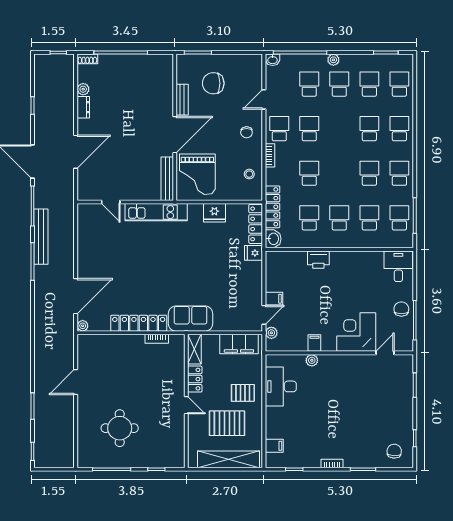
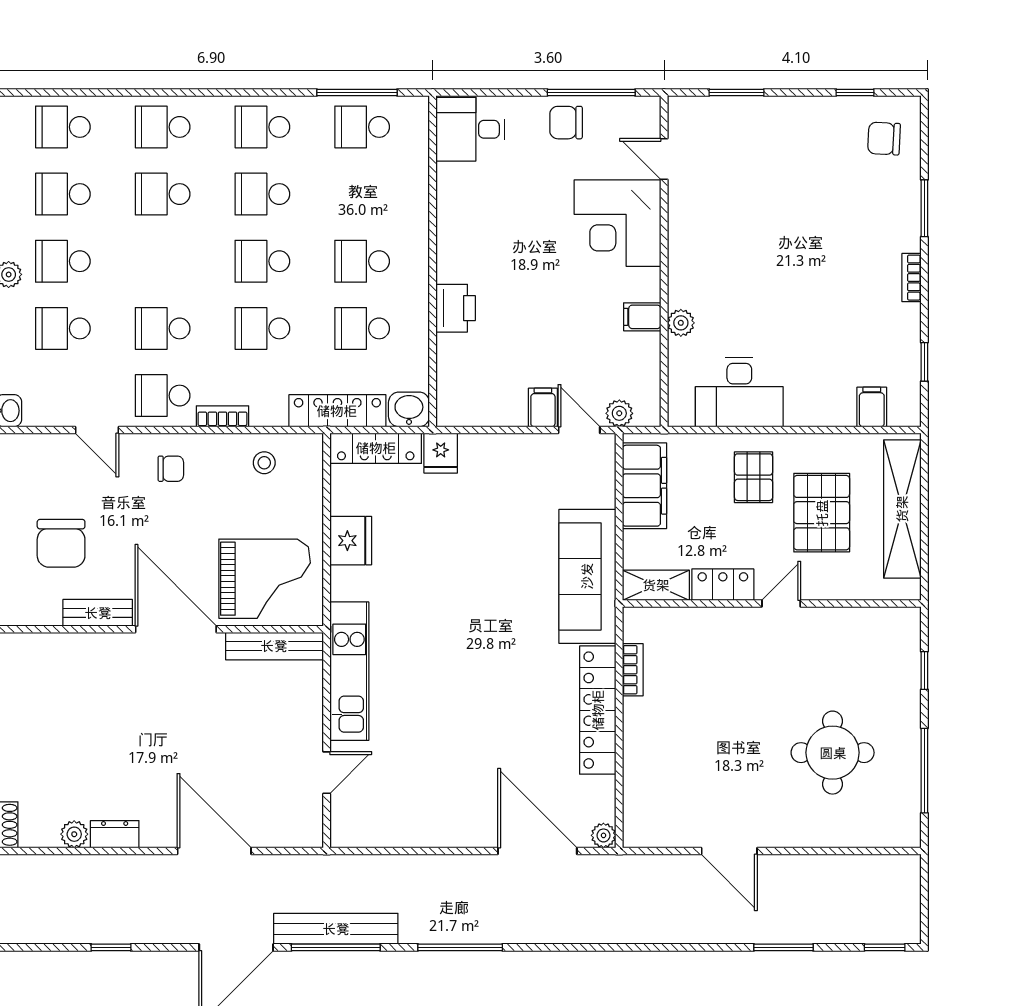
school desk: (369, 218) -> (262, 261), moved
bench: (41, 237) -> (336, 929), moved
sofa: (190, 319) -> (587, 576), width x1.36

